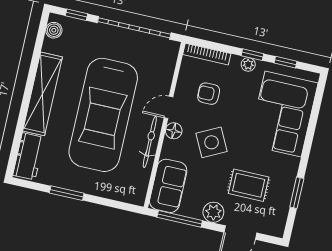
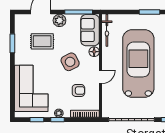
floor lamp: (174, 131) -> (94, 52), moved
bicycle: (150, 142) -> (107, 30), moved

